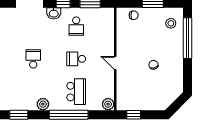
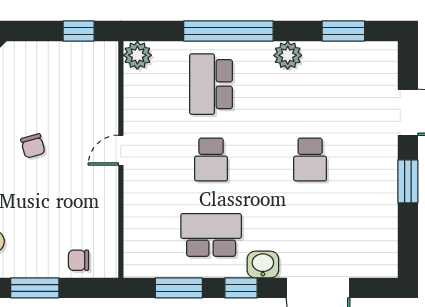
school desk: (76, 26) -> (211, 235), width x1.85
school desk: (76, 59) -> (211, 159), turned 90
door: (115, 63) -> (121, 150), swing flipped

